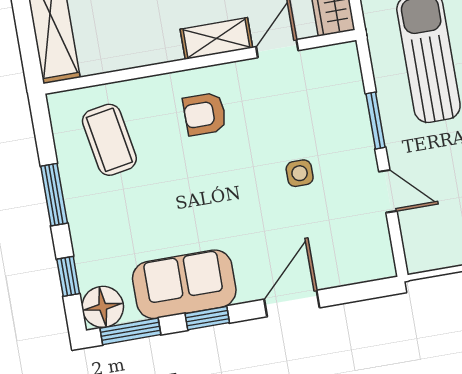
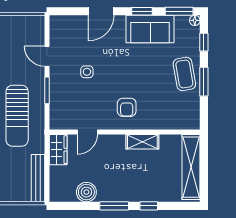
shelving: (216, 38) -> (142, 142), moved
armchair: (205, 114) -> (127, 107), turned 90
coffee table: (109, 140) -> (184, 74), moved
floor lamp: (103, 307) -> (195, 20), width x0.53, depth x0.53

